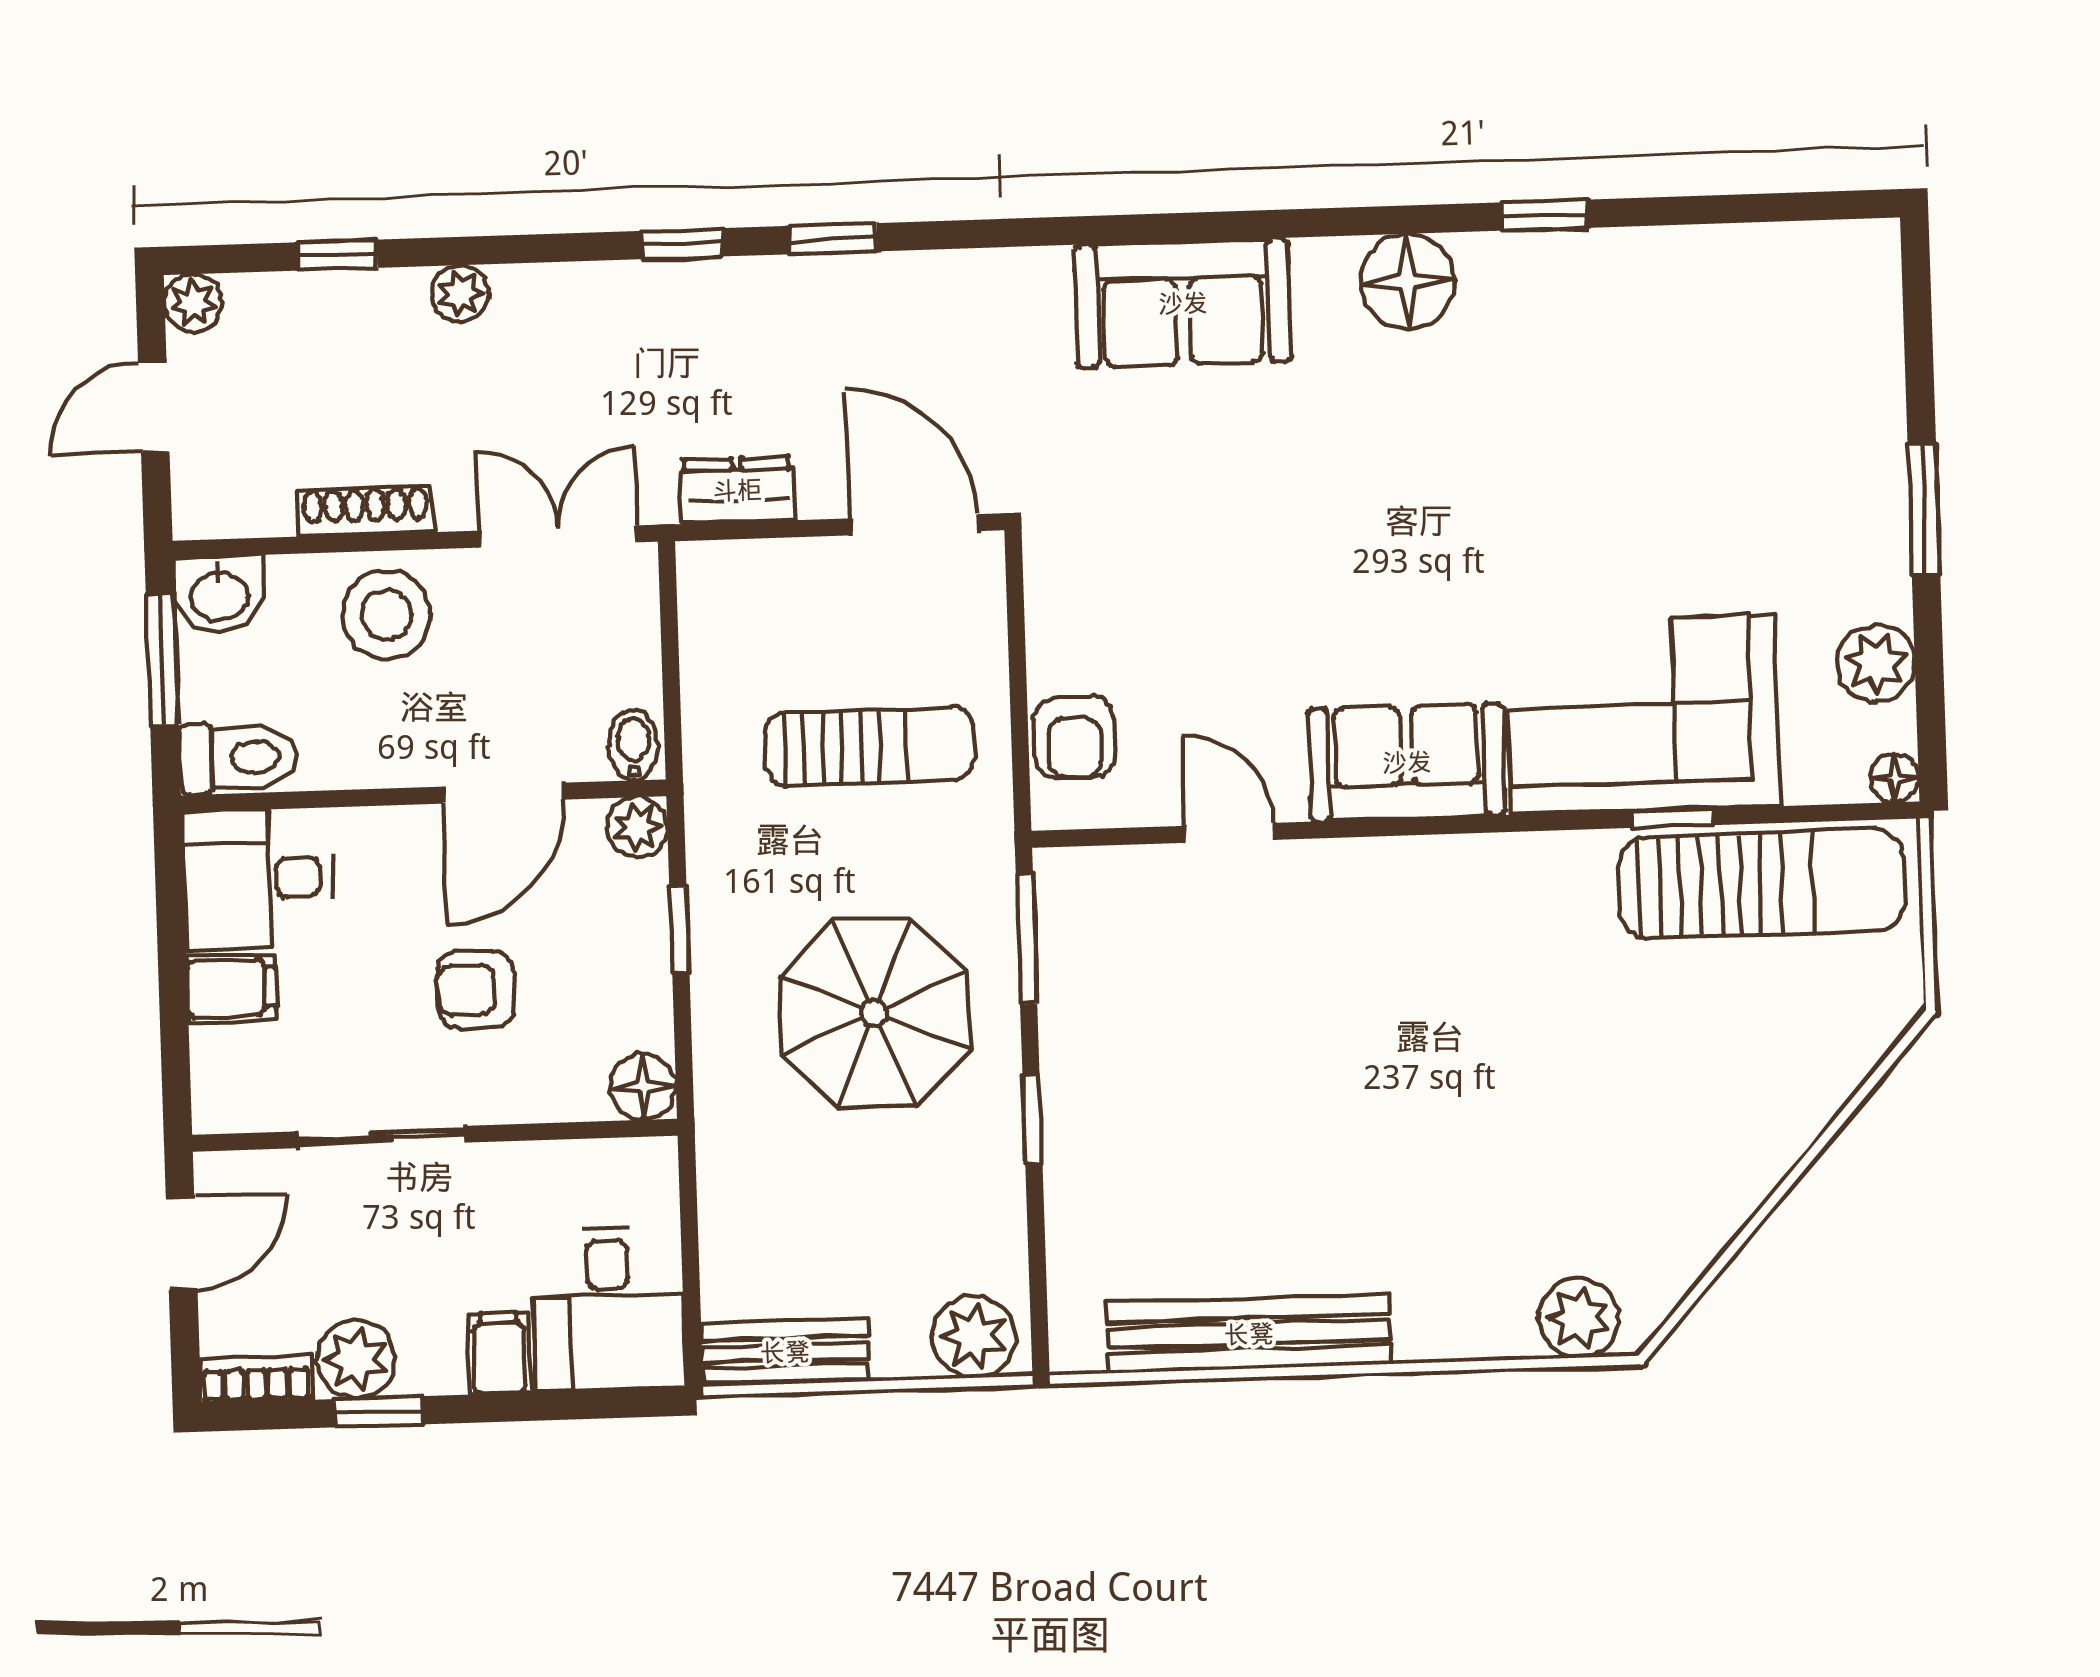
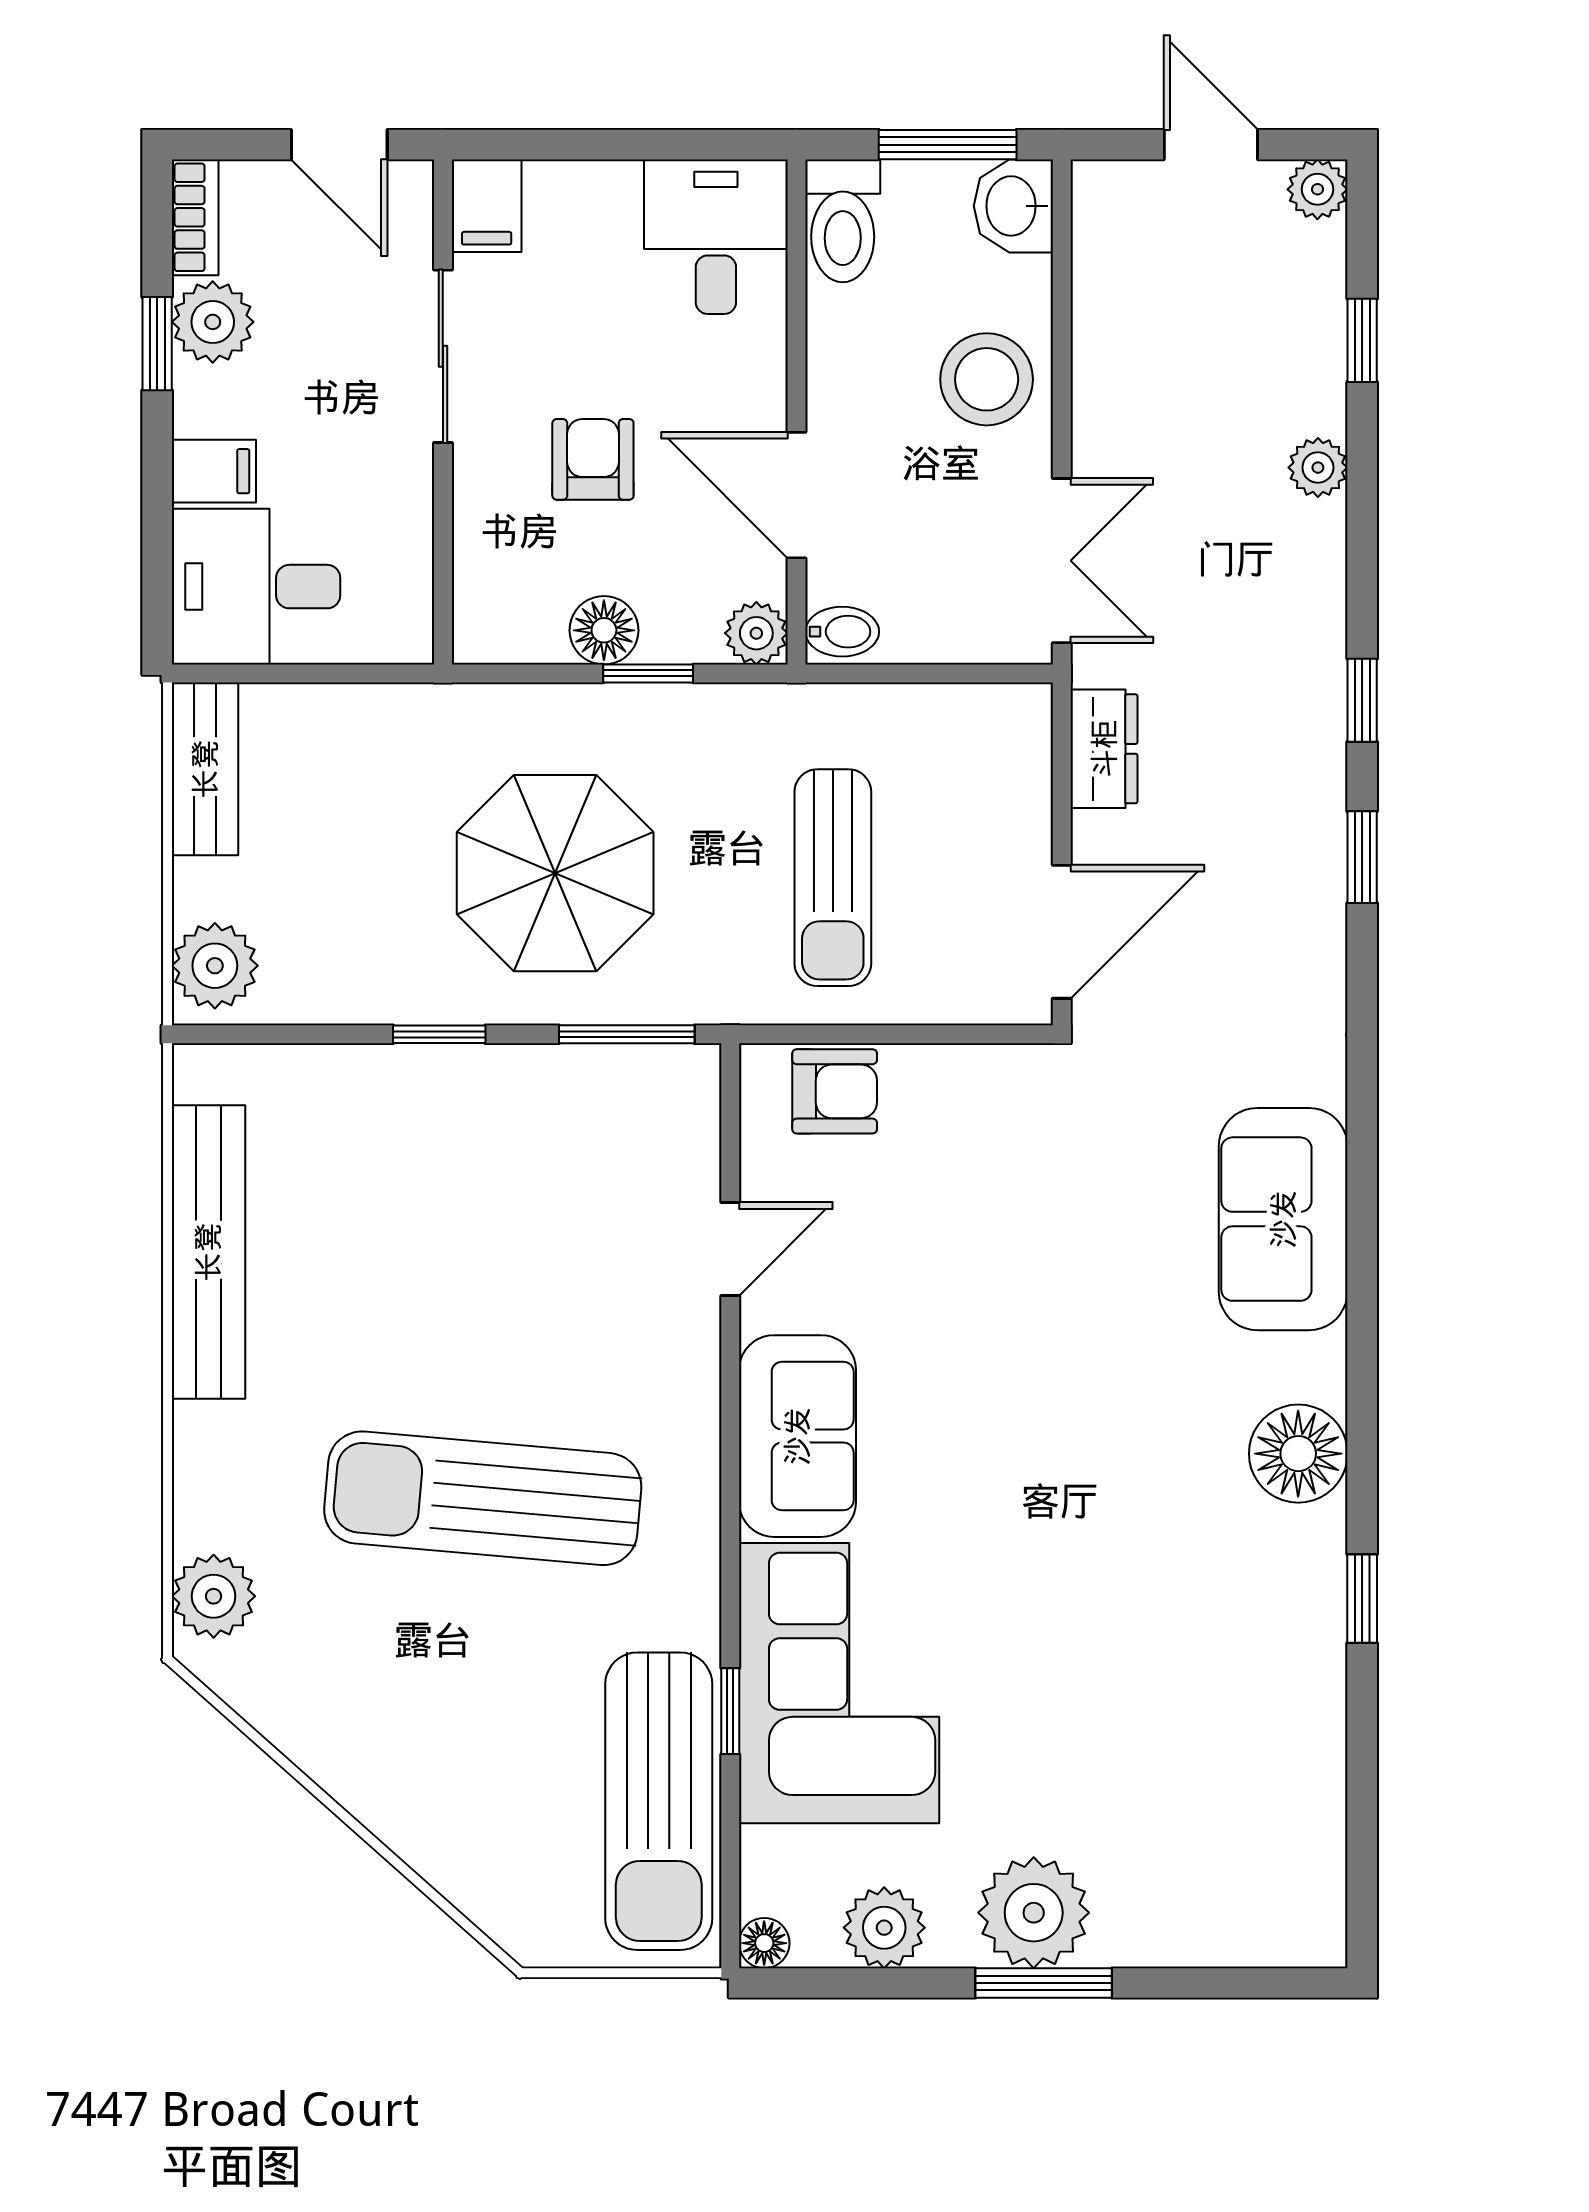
shoe rack: (365, 511) -> (1095, 361), removed
plant: (1857, 520) -> (1034, 1913), added
armchair: (1075, 738) -> (835, 1091), turned 180
filing cabinet: (232, 988) -> (487, 206), moved
sun lounger: (1477, 1062) -> (483, 1498), added
floor lamp: (643, 1087) -> (604, 630), moved

